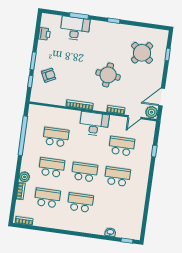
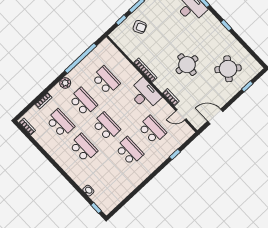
plant: (151, 112) -> (198, 122), removed
plant: (24, 177) -> (65, 83), moved

